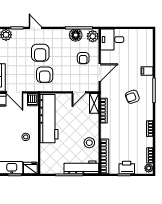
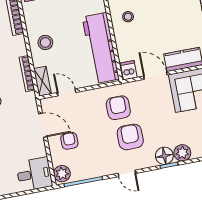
door: (35, 28) -> (127, 173), moved
floor lamp: (76, 35) -> (164, 156), moved
door: (100, 73) -> (43, 125), swing flipped
door: (79, 92) -> (67, 92), hinge flipped
stool: (89, 143) -> (45, 42), moved

